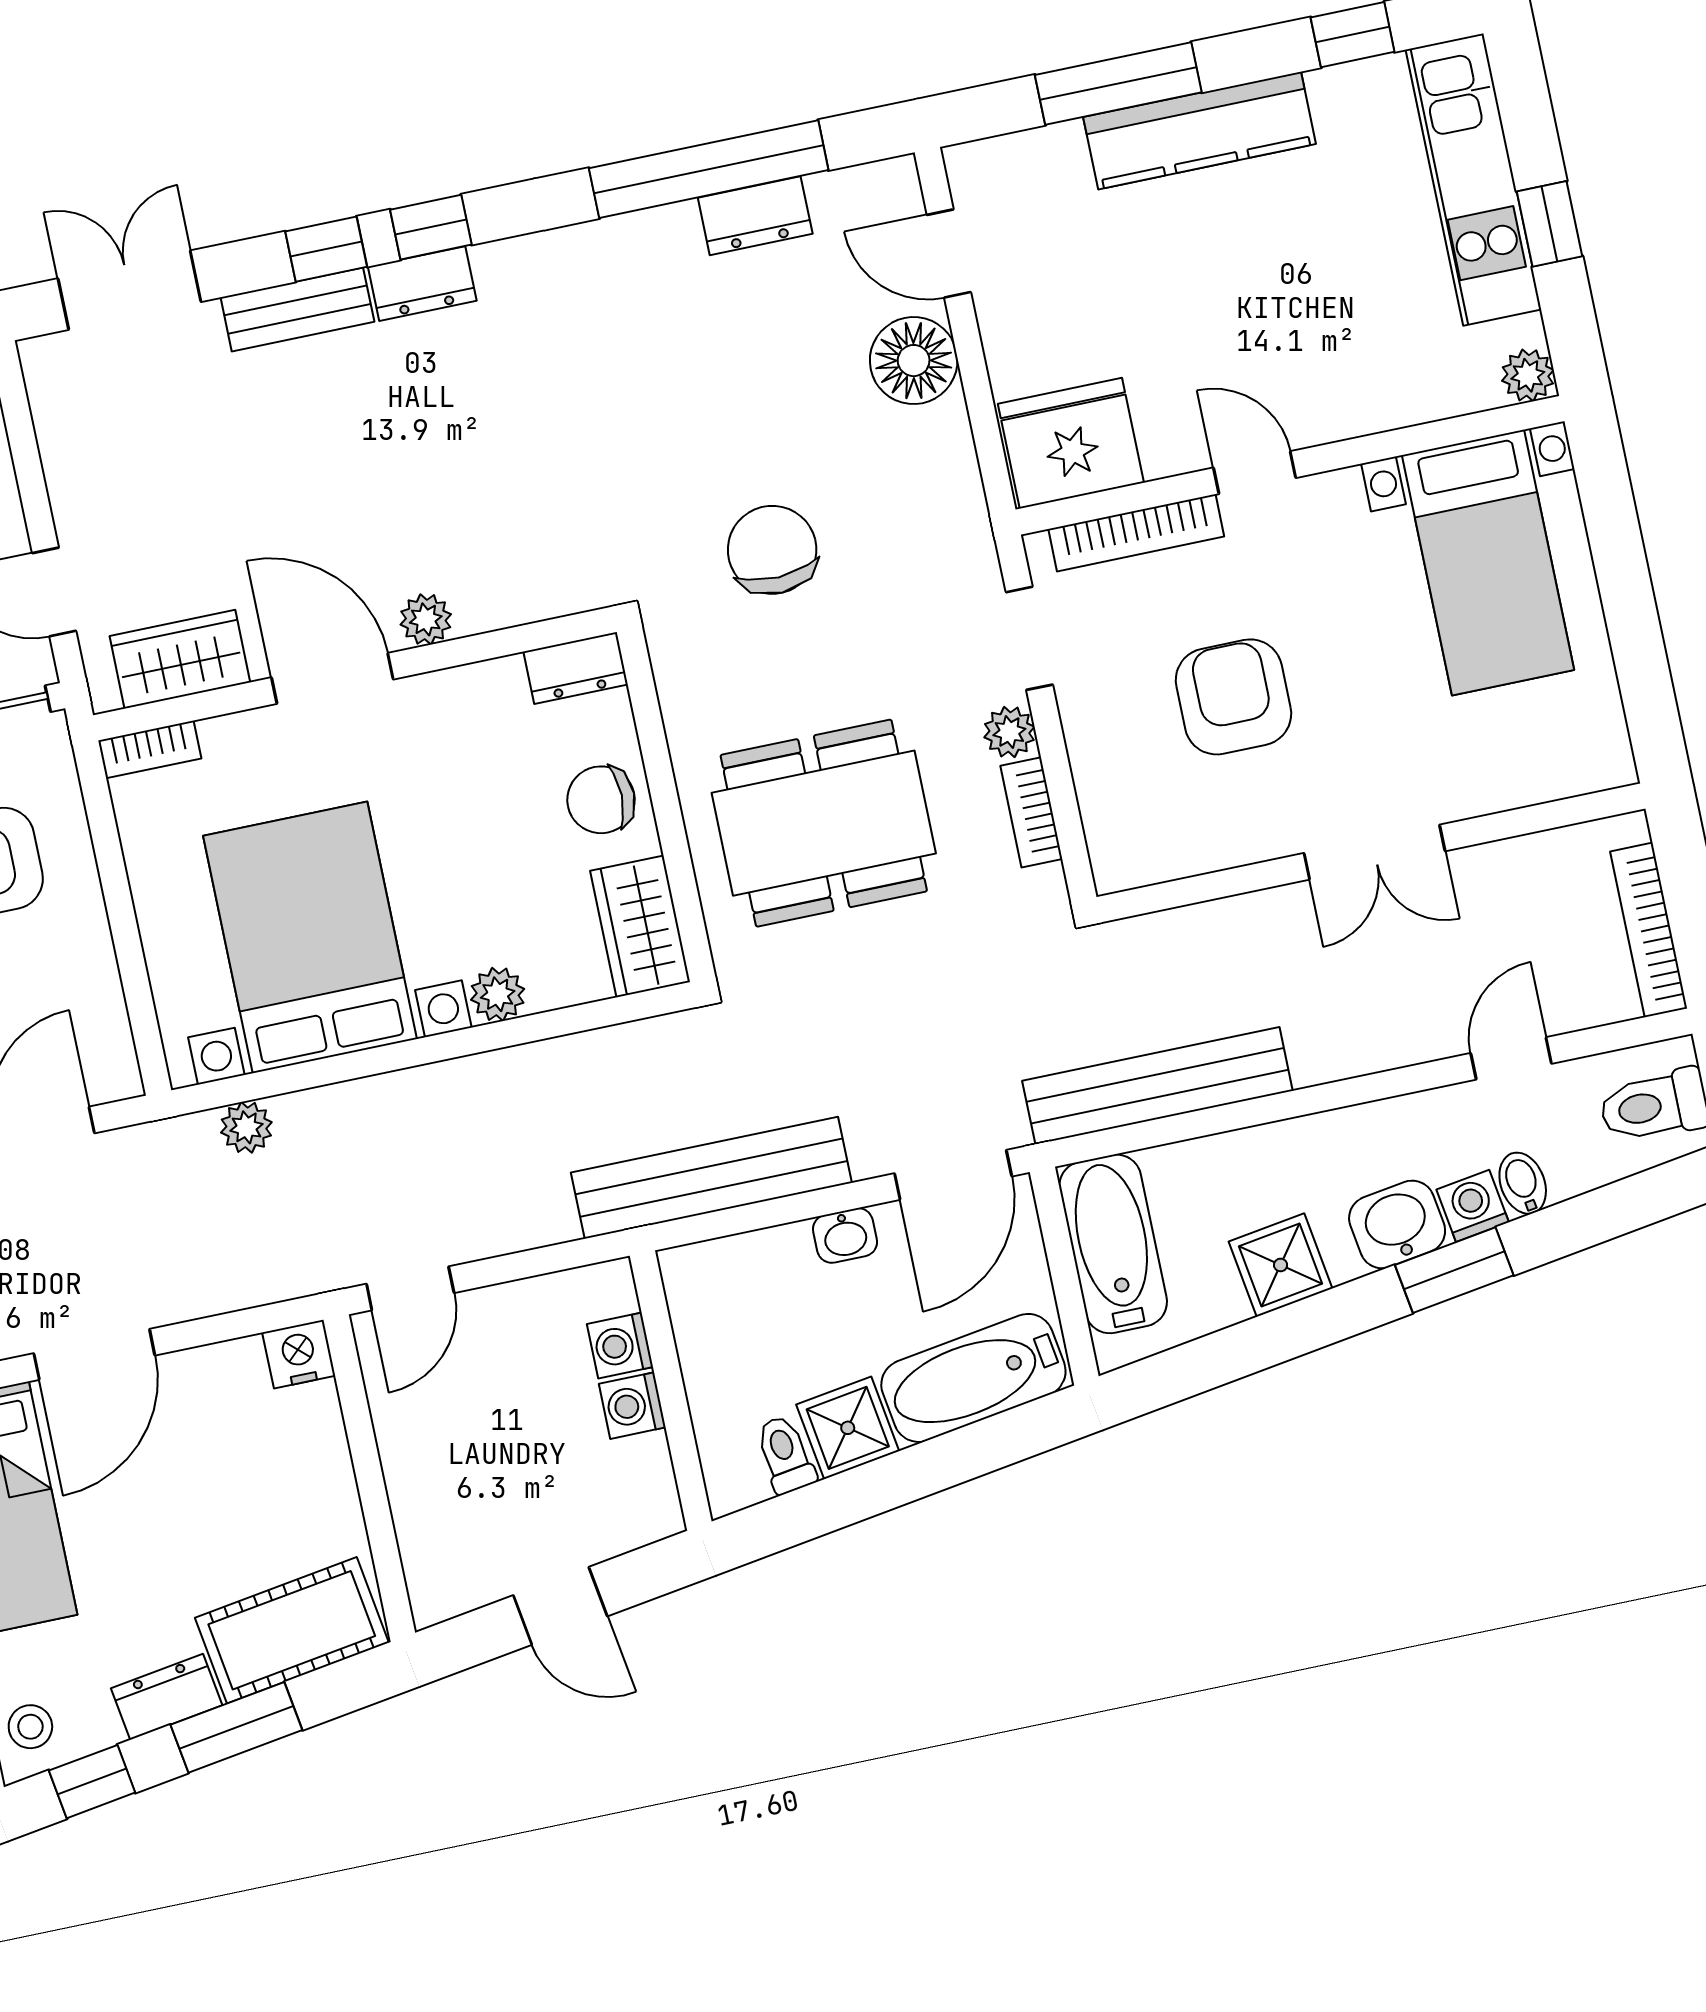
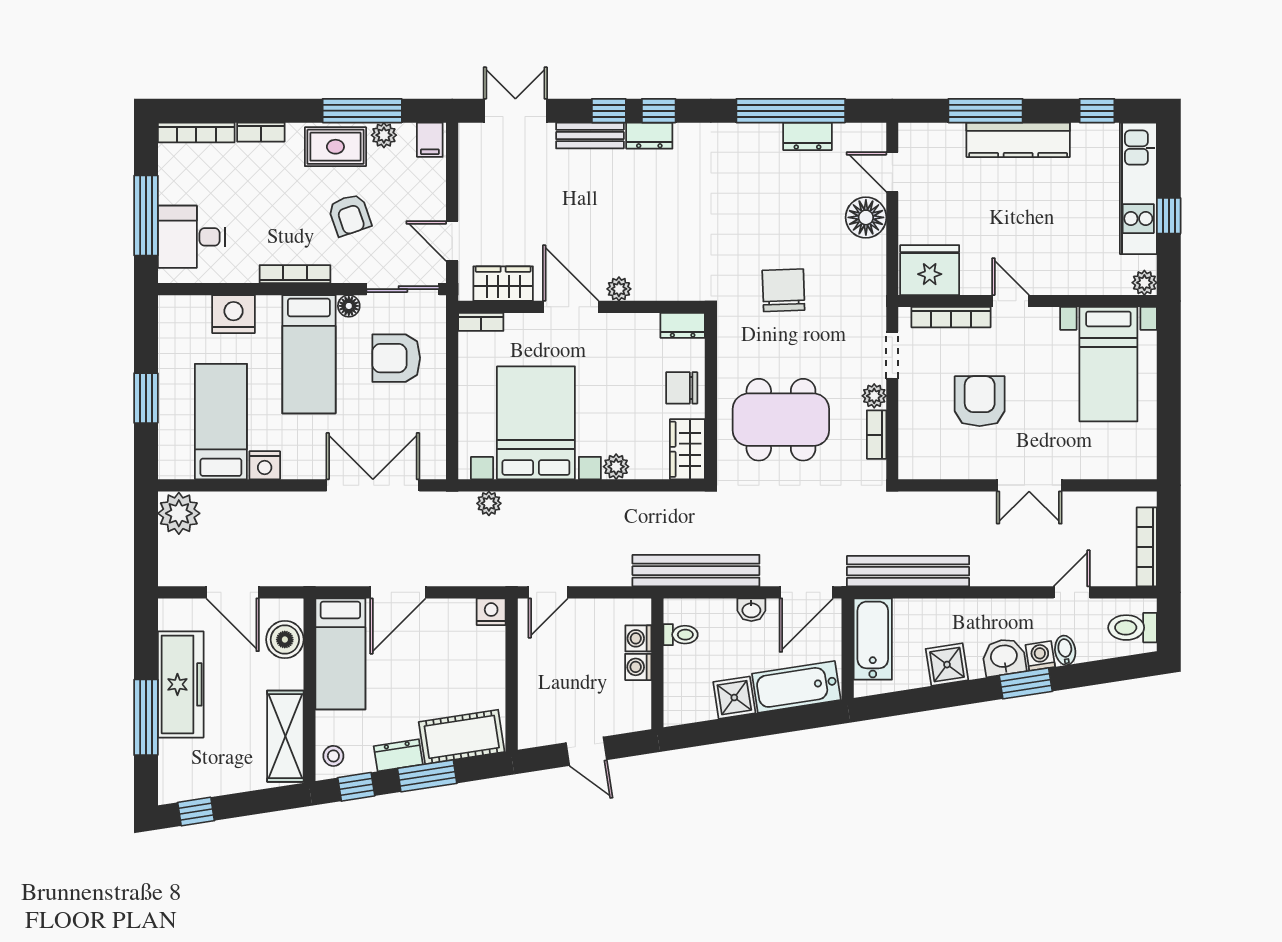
toilet: (785, 1454) -> (681, 635), moved, turned 99

